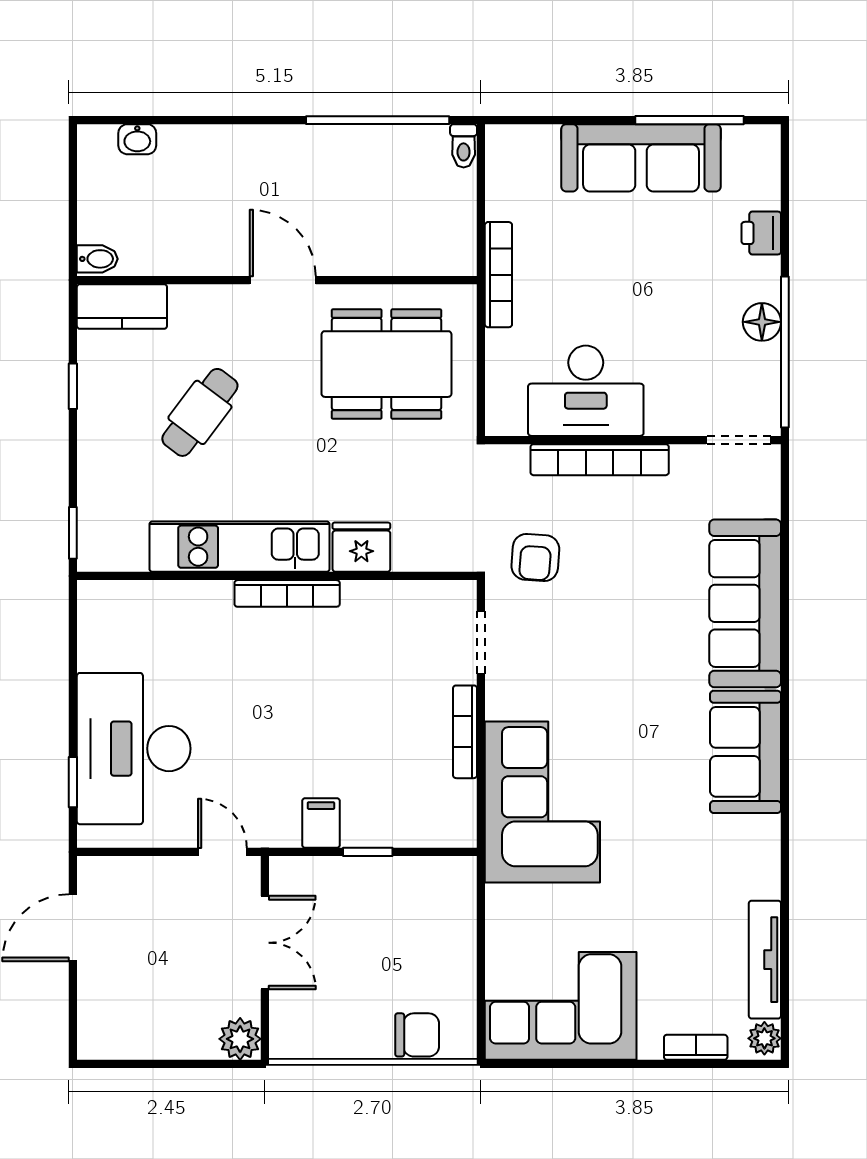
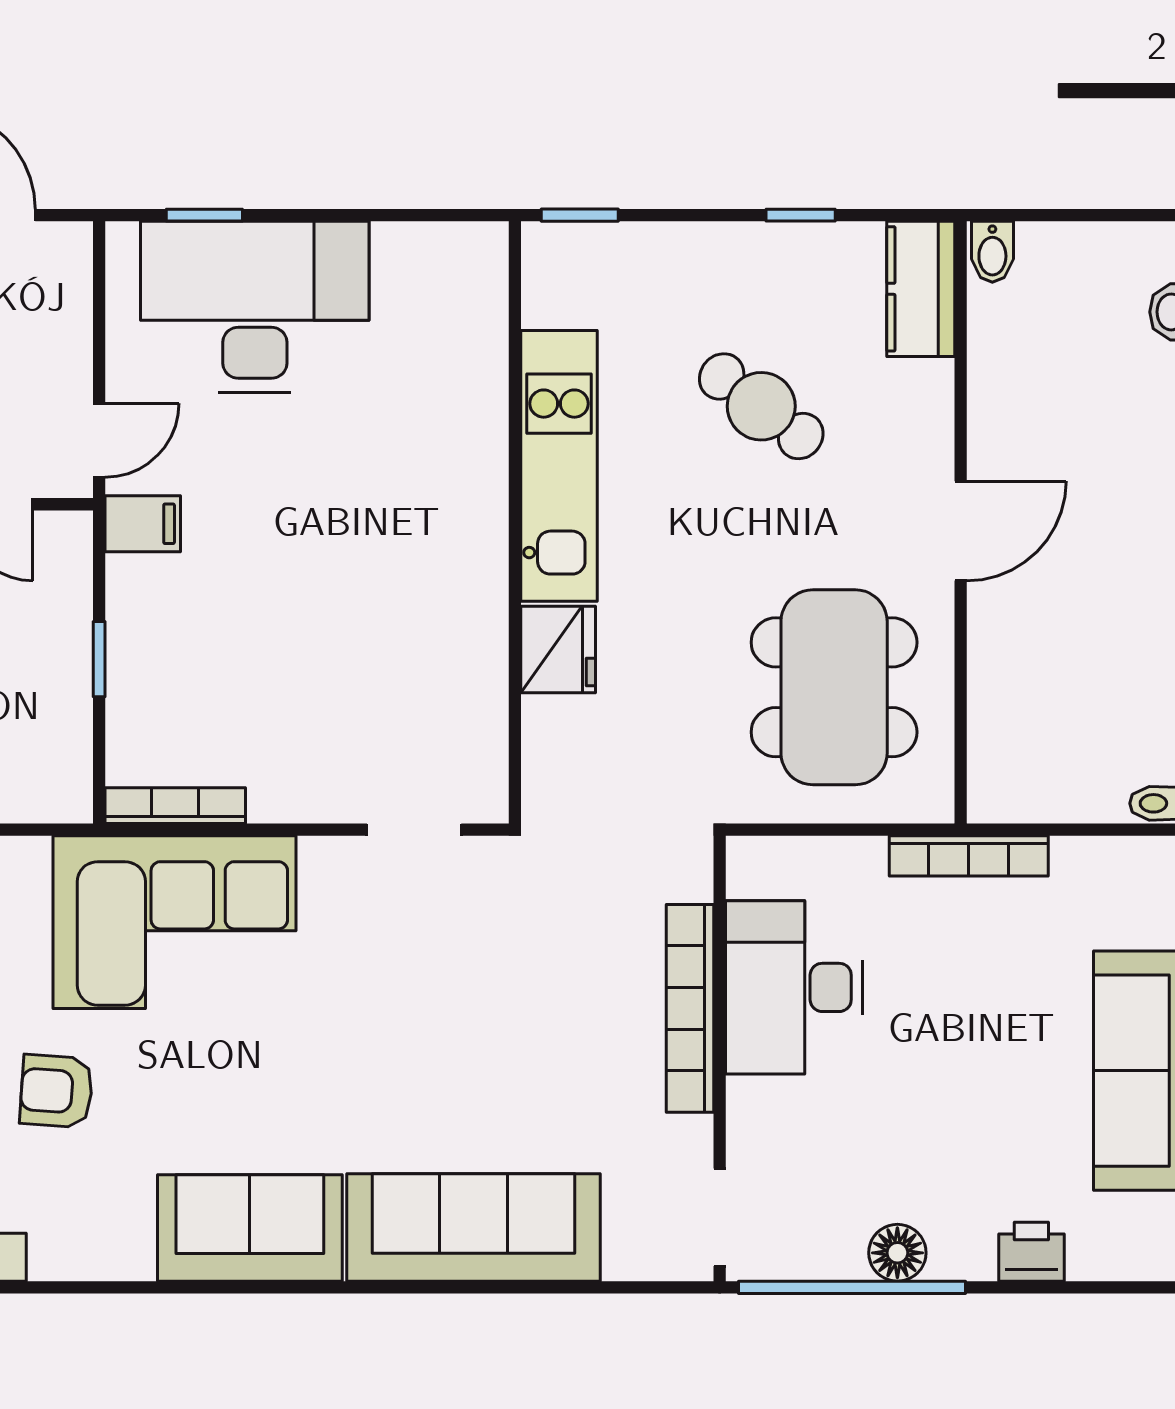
armchair: (535, 557) -> (56, 1091), moved
bookcase: (287, 593) -> (489, 538), removed
bookcase: (465, 732) -> (175, 806), moved
filing cabinet: (321, 823) -> (143, 524), moved

